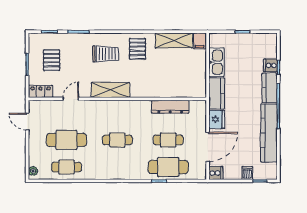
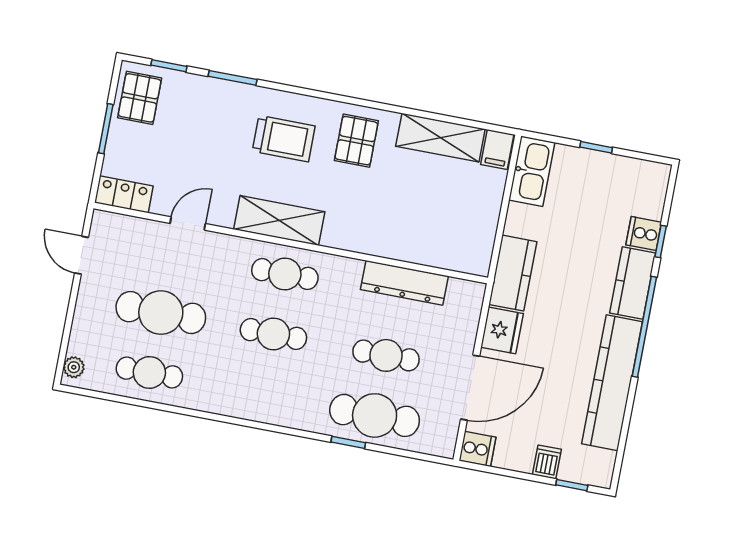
pallet: (52, 60) -> (140, 98), moved
kitchen sink: (216, 62) -> (532, 171), moved
cafe table: (117, 113) -> (285, 274), added

